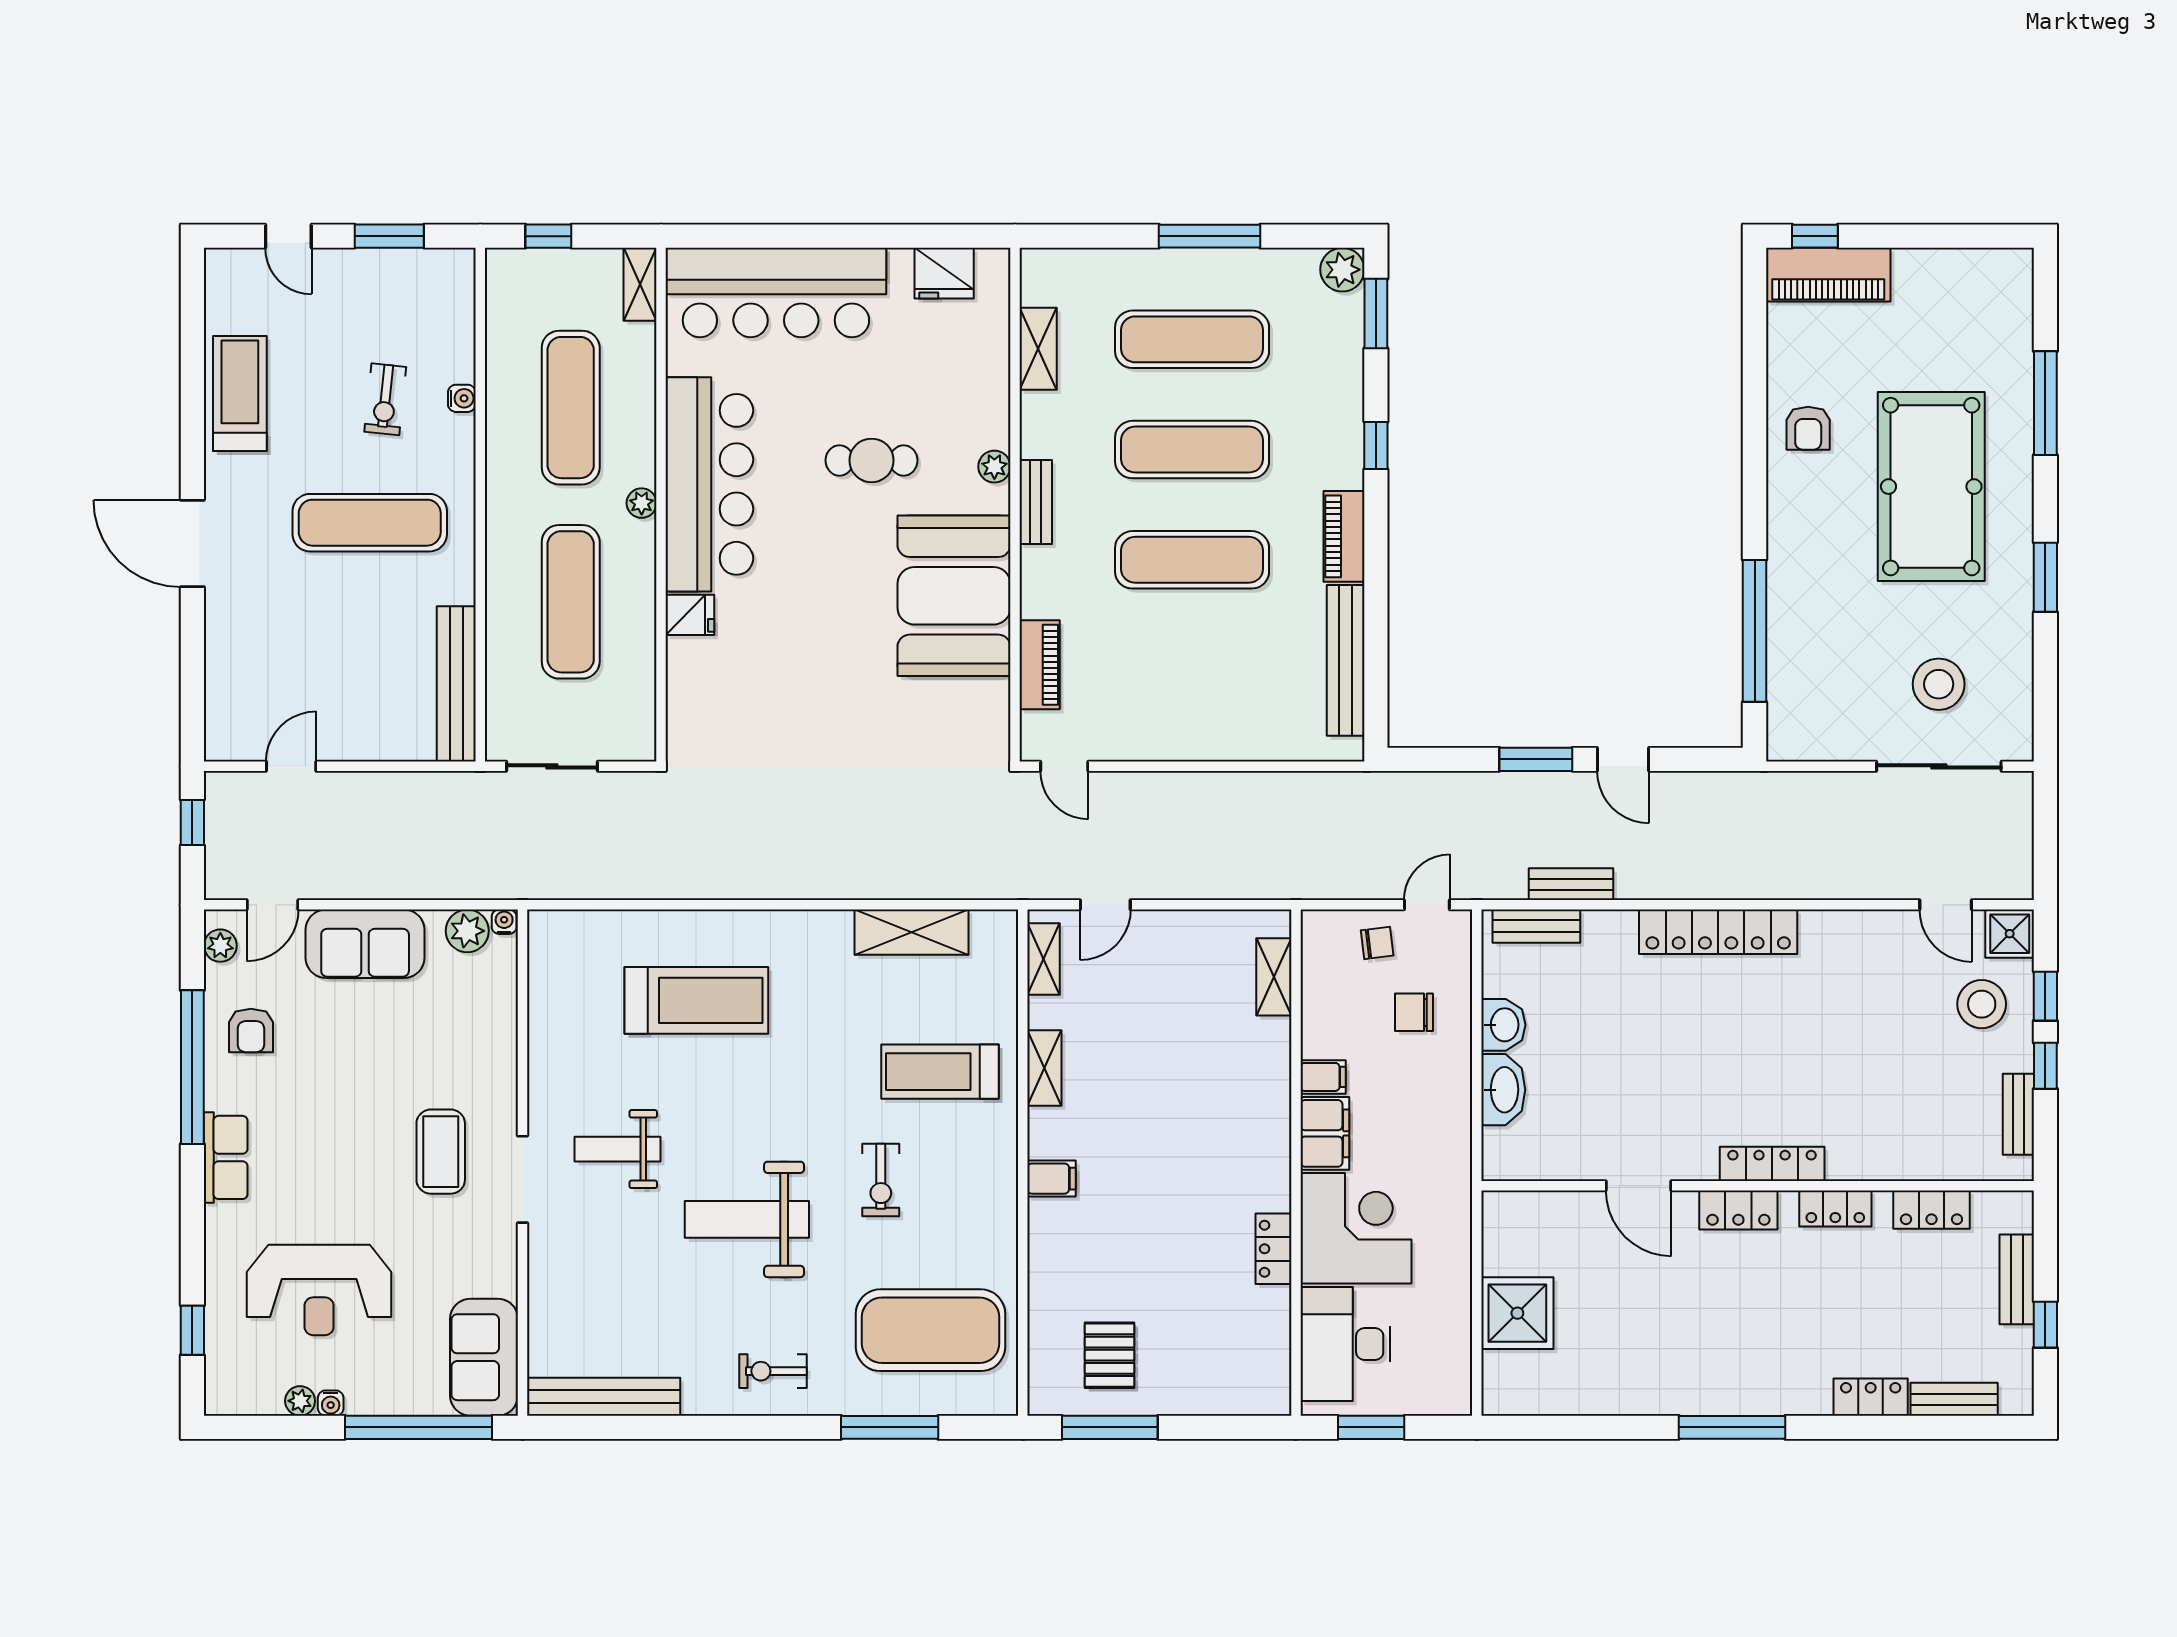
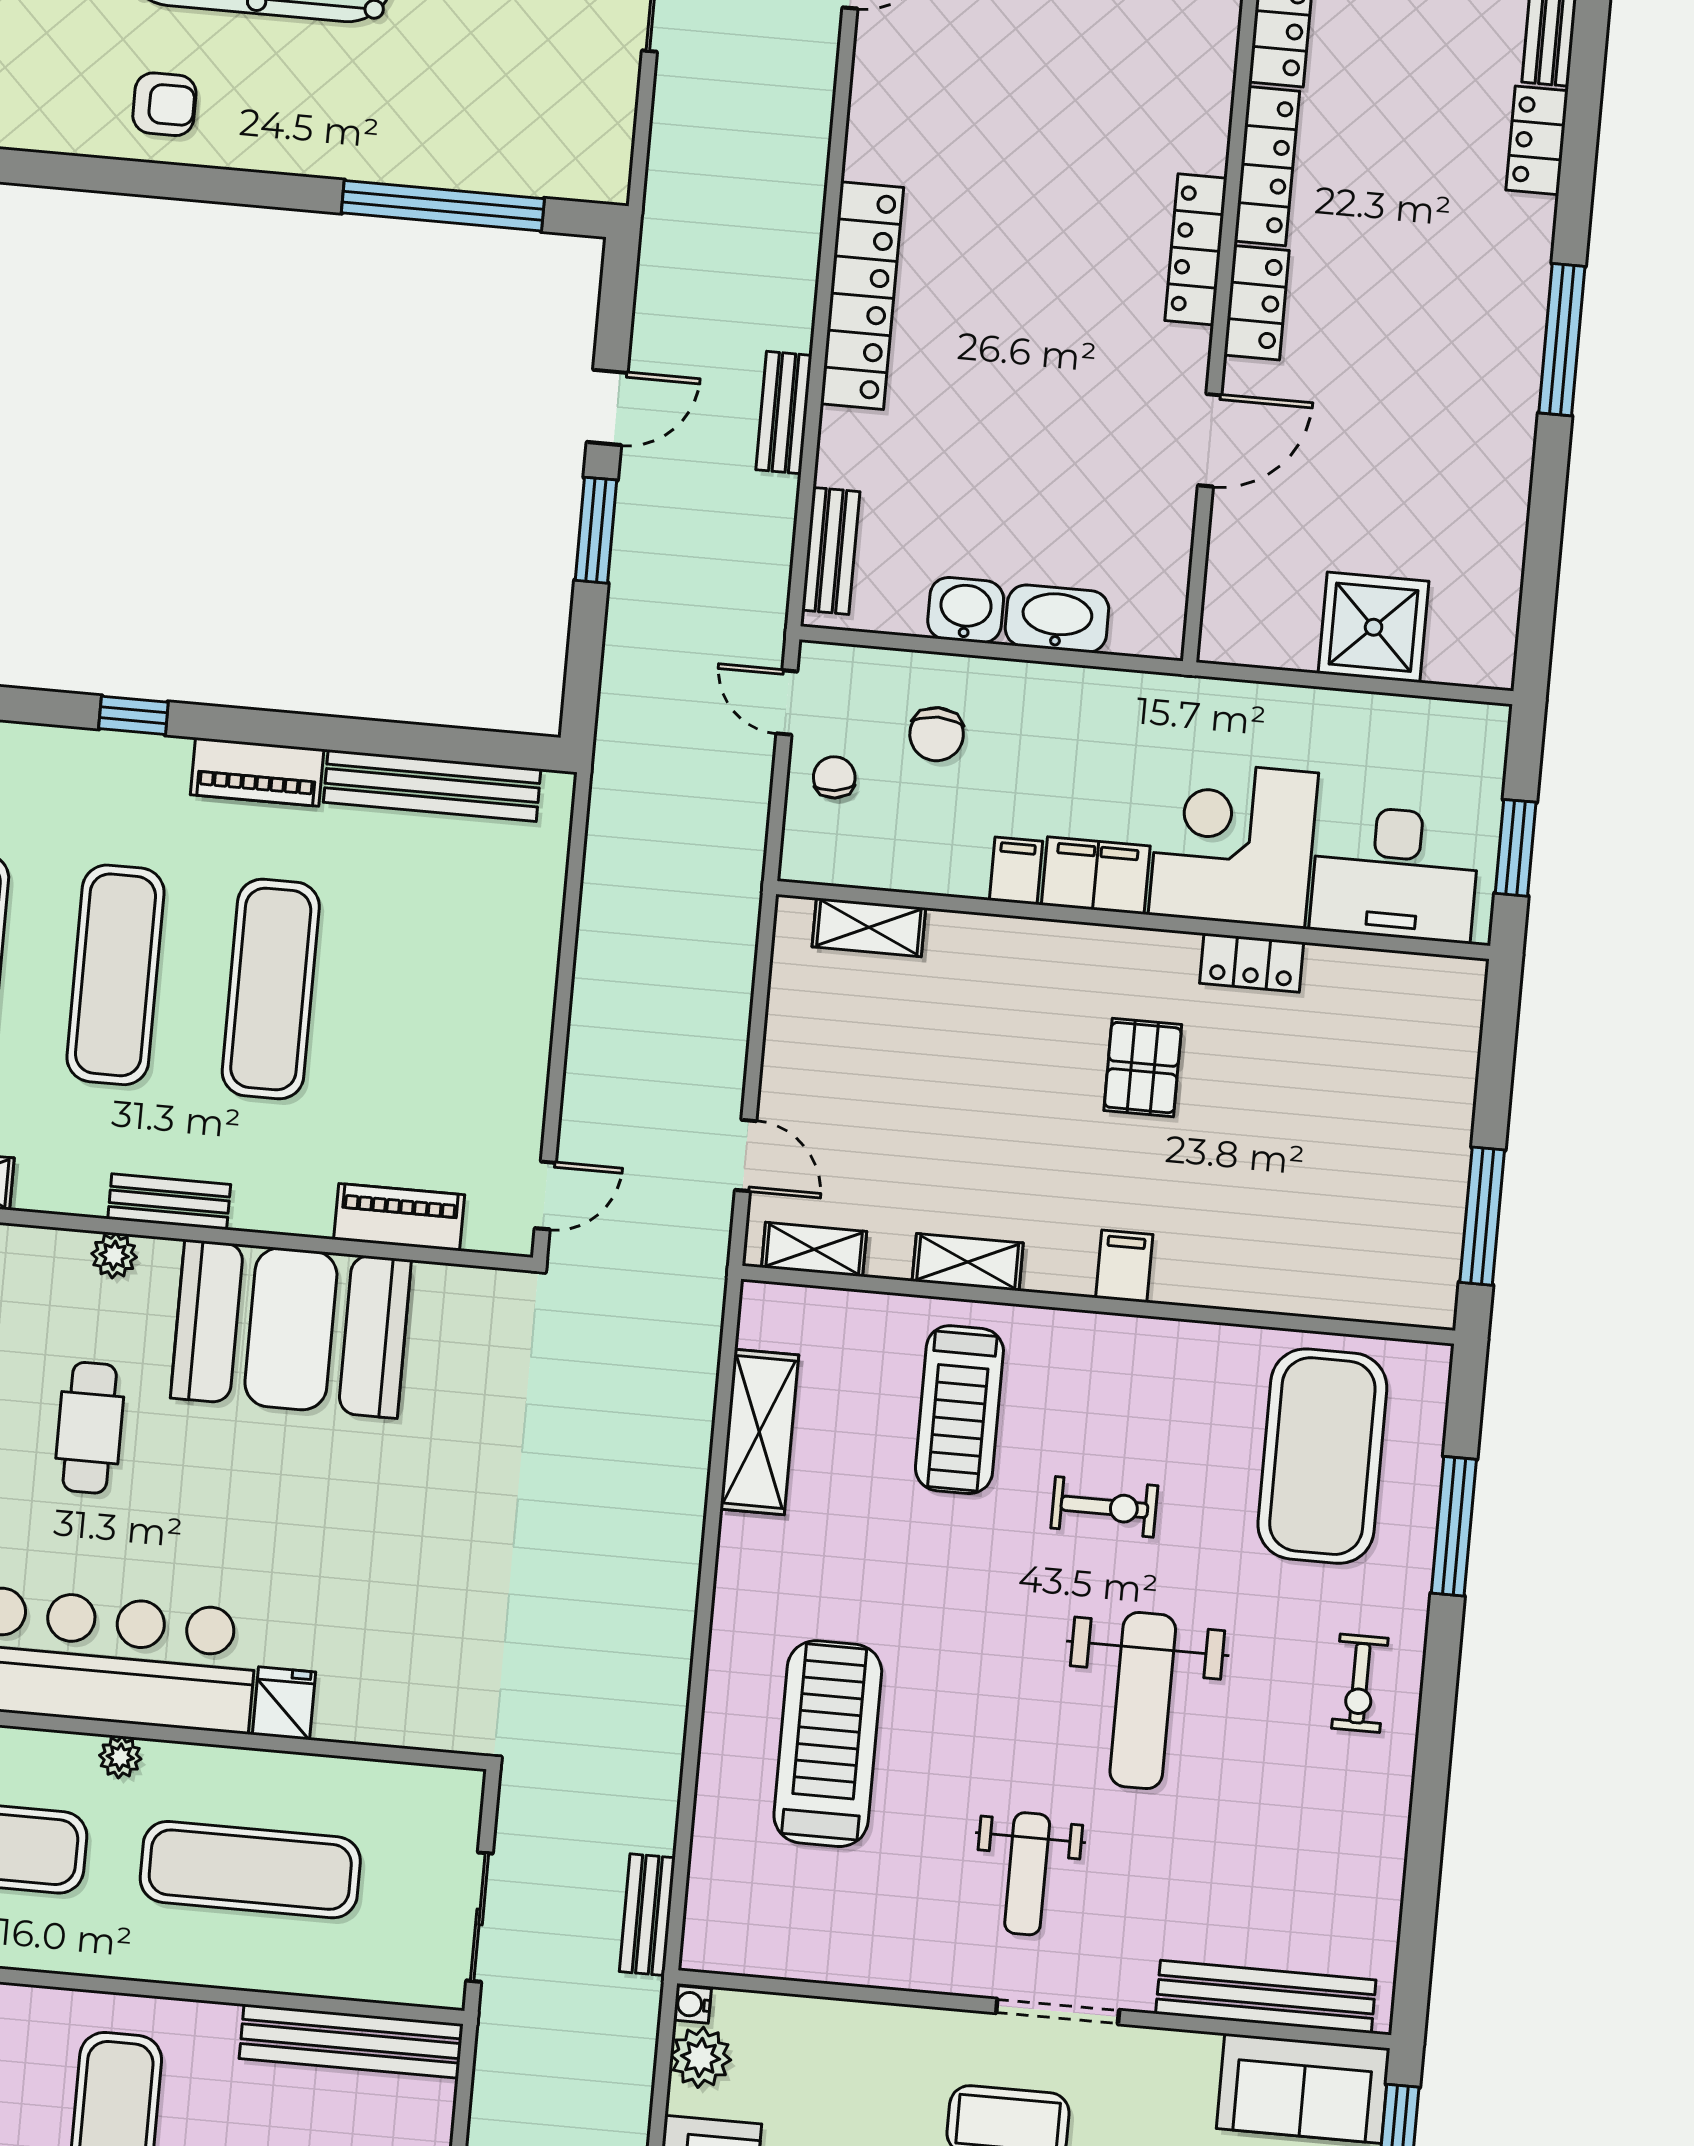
bench: (564, 884) -> (647, 1915), added
bench: (1571, 884) -> (784, 413), moved
locker: (1835, 1208) -> (1267, 166), width x1.53
pallet: (1110, 1355) -> (1143, 1068), moved, turned 90
bench: (604, 1397) -> (1266, 1997), moved, turned 90

